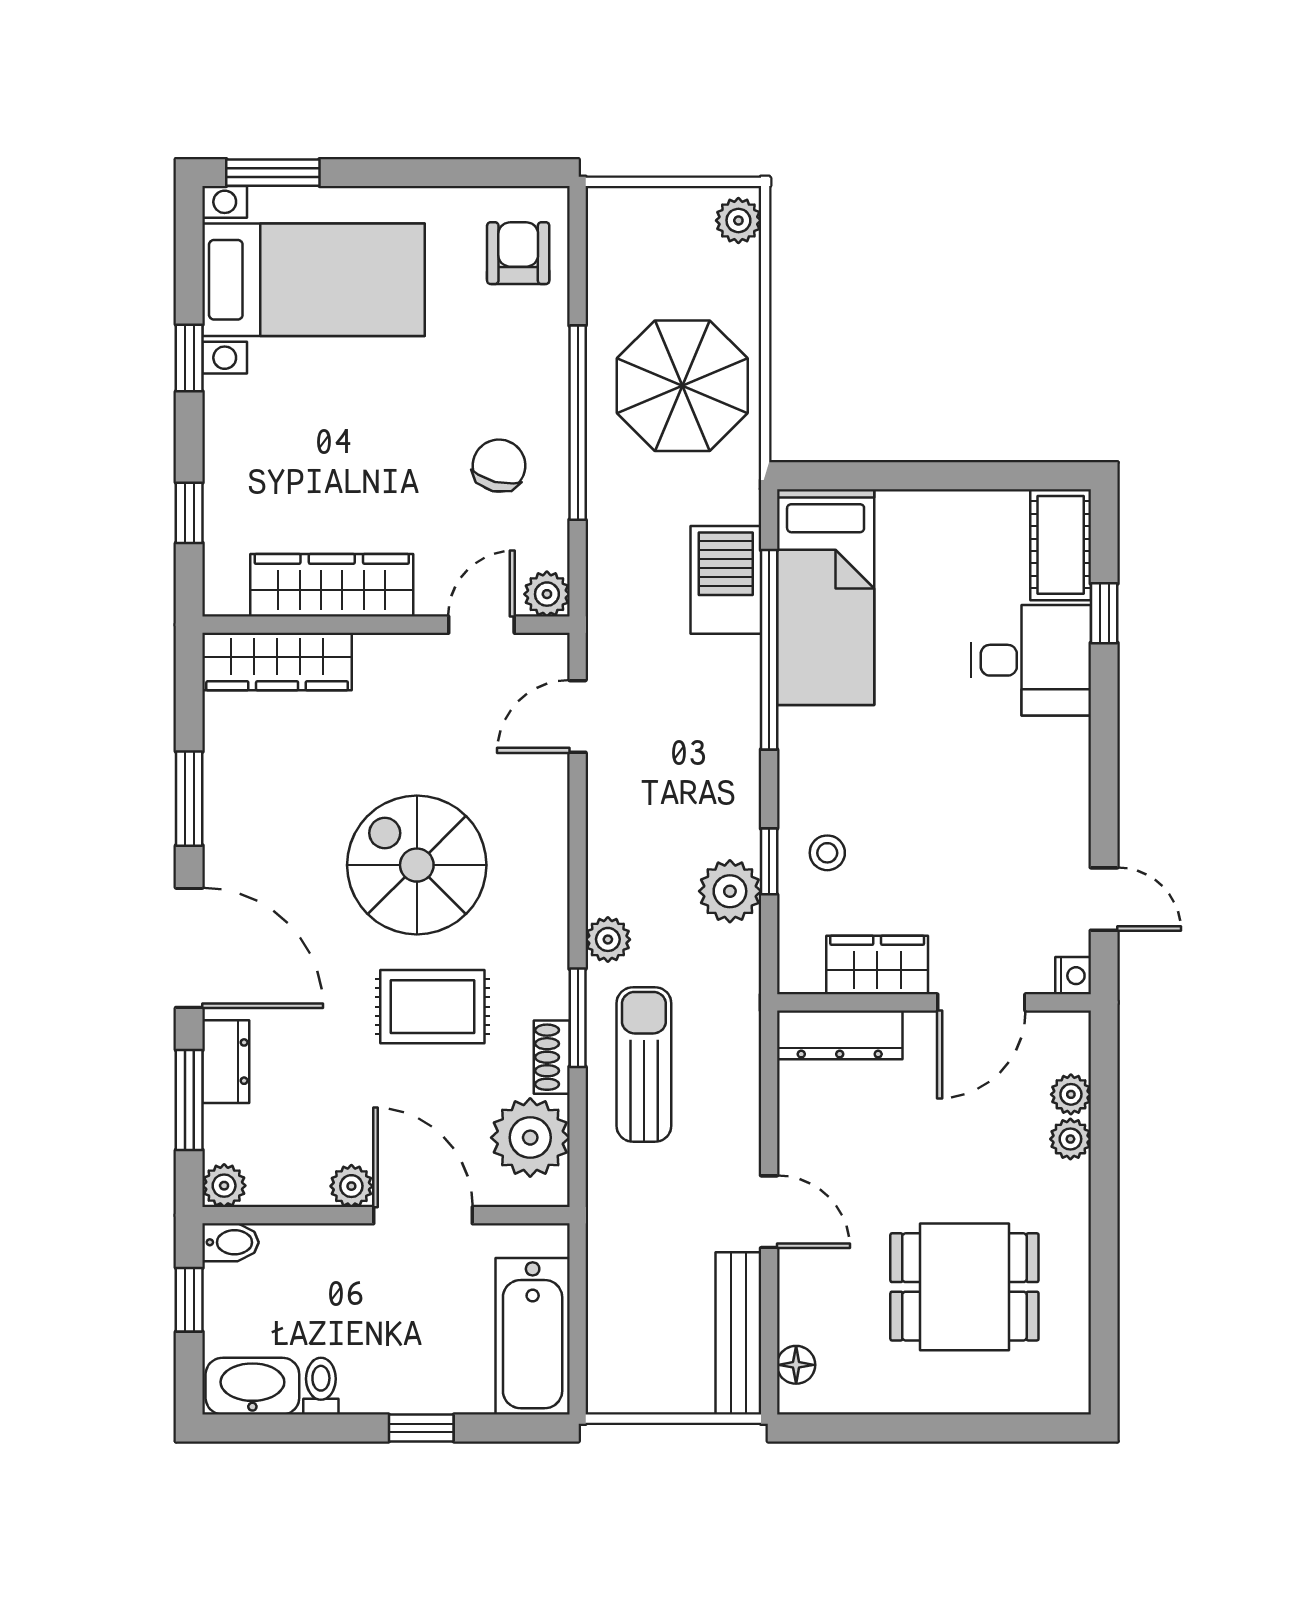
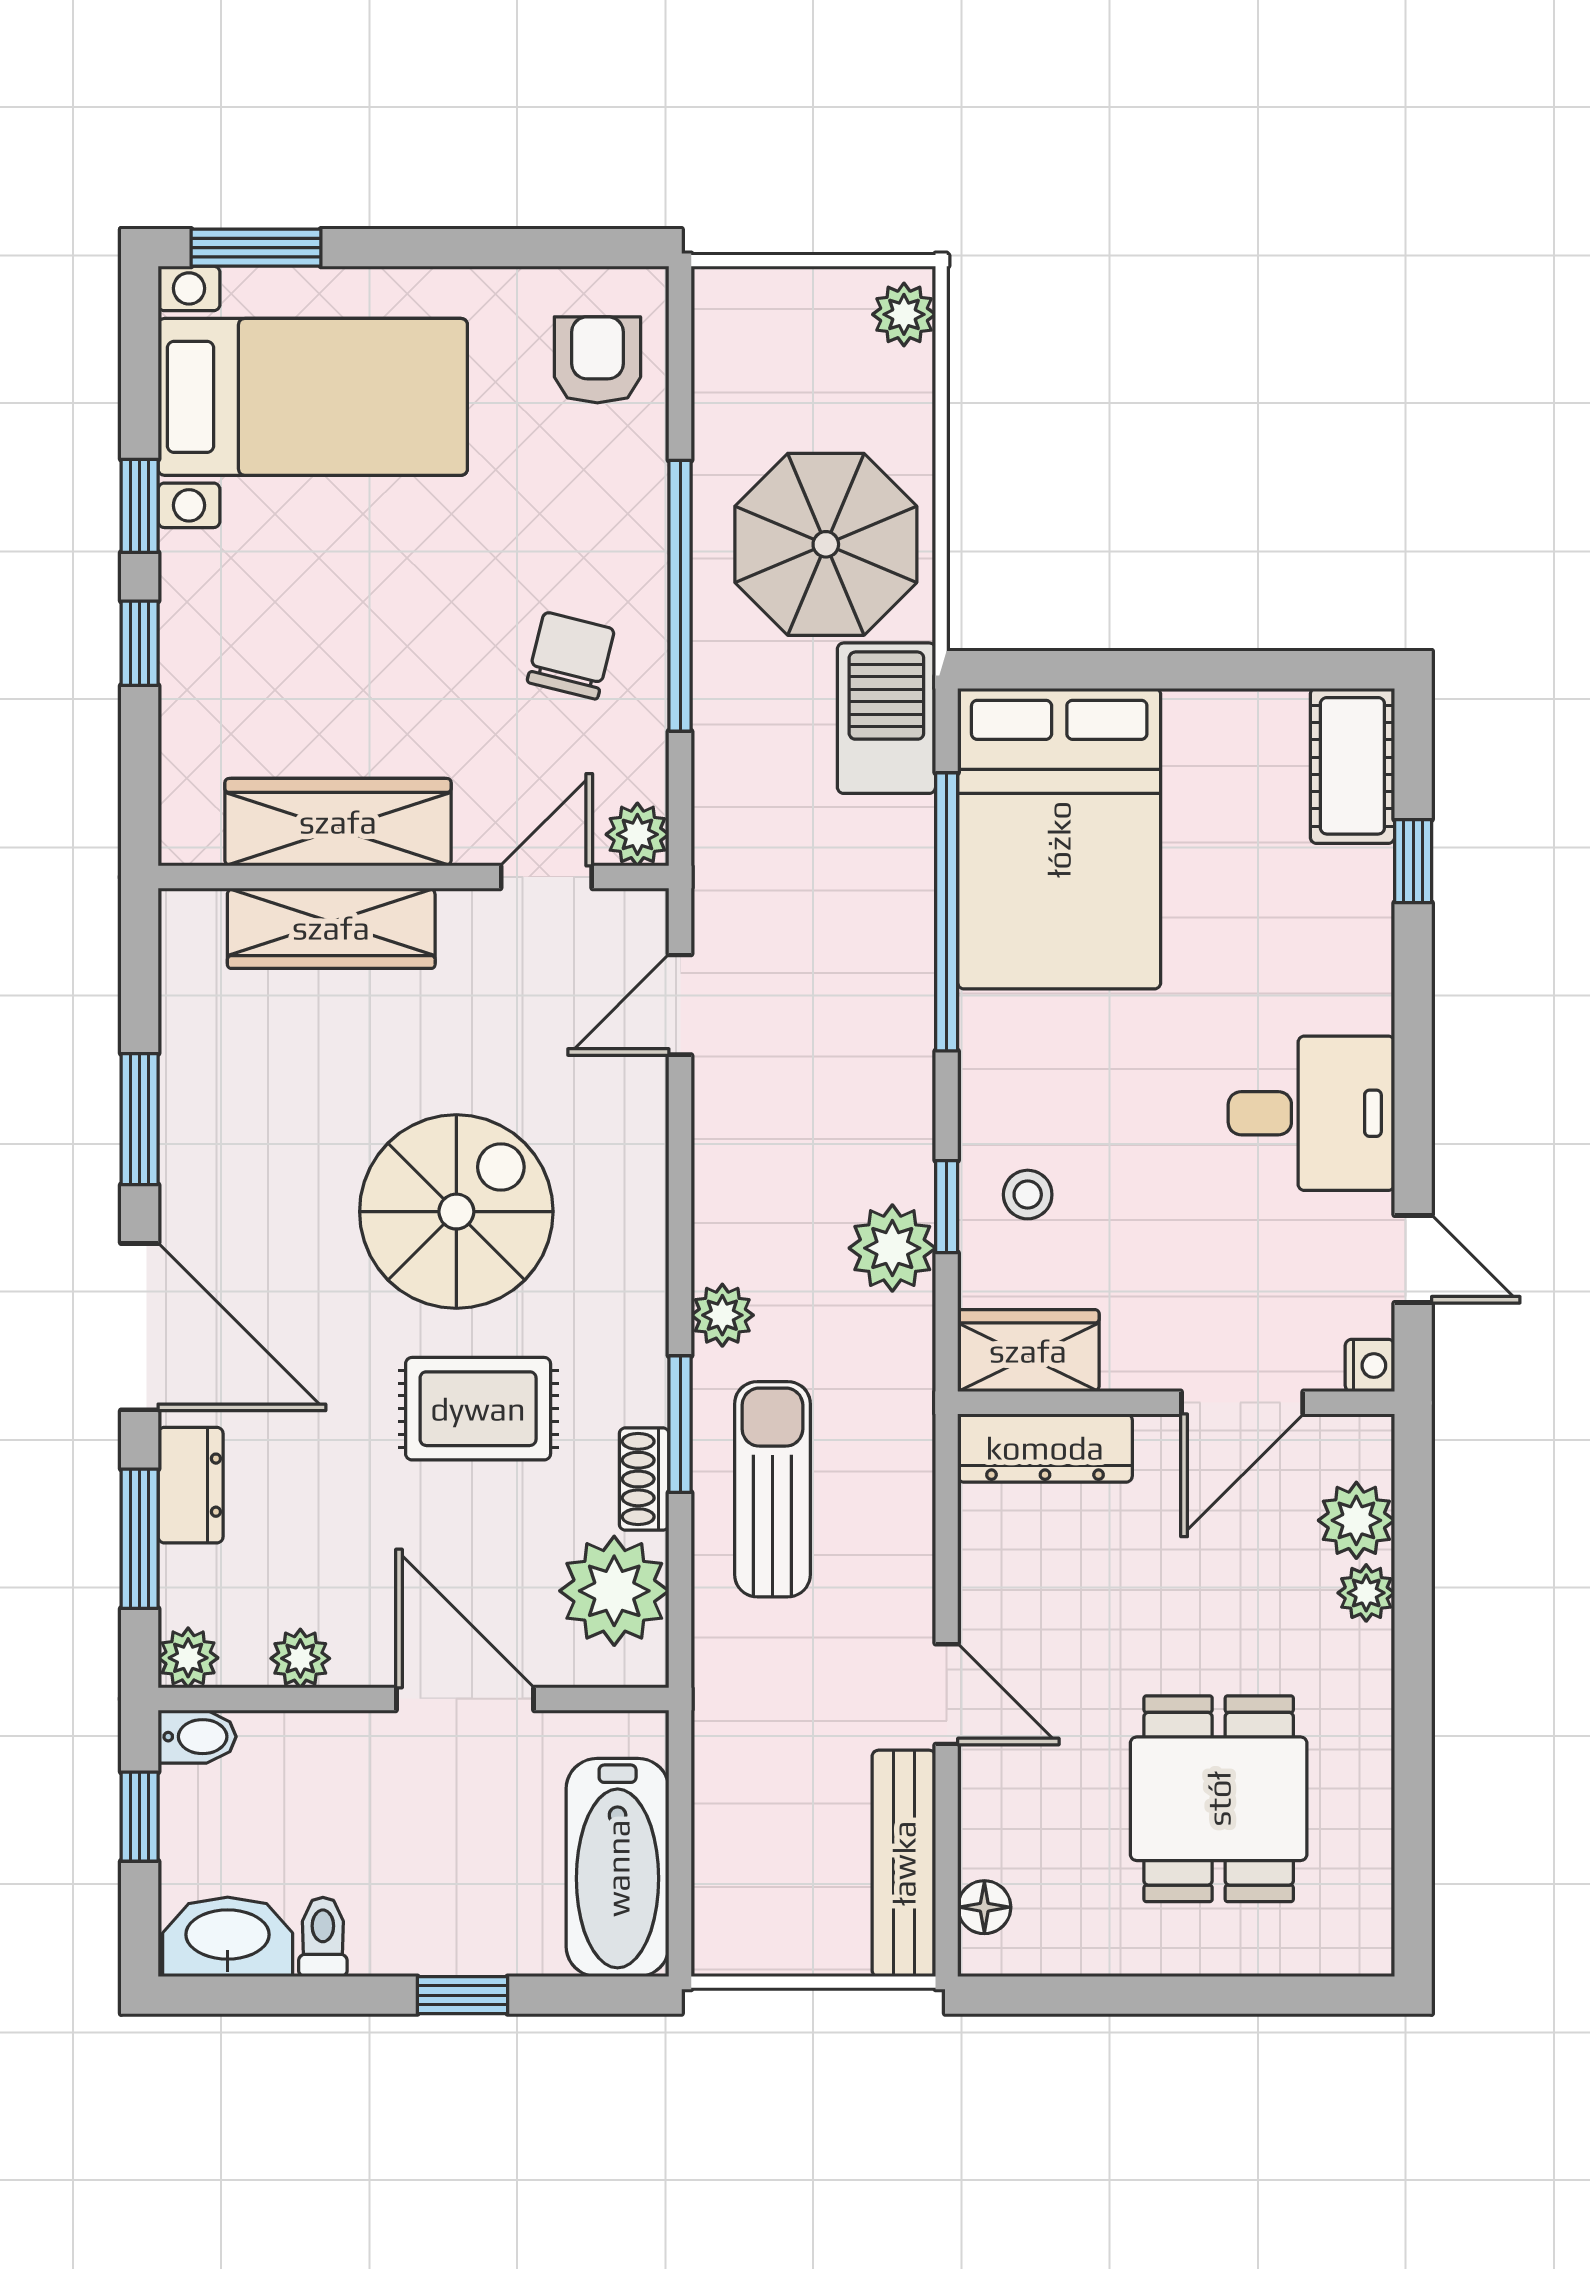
window: (189, 513) -> (140, 643), moved
barbecue: (726, 580) -> (886, 718), moved
bed: (826, 597) -> (1059, 839), width x1.50
desk: (1031, 660) -> (1311, 1113), moved
wardrobe: (277, 662) -> (331, 928), moved
spiral stairs: (417, 865) -> (456, 1212), turned 90
wardrobe: (877, 965) -> (1028, 1351), moved
plant: (1071, 1094) -> (1356, 1520), width x1.38, depth x1.38
plant: (351, 1186) -> (300, 1658), moved
dining table: (964, 1287) -> (1219, 1799), turned 90

